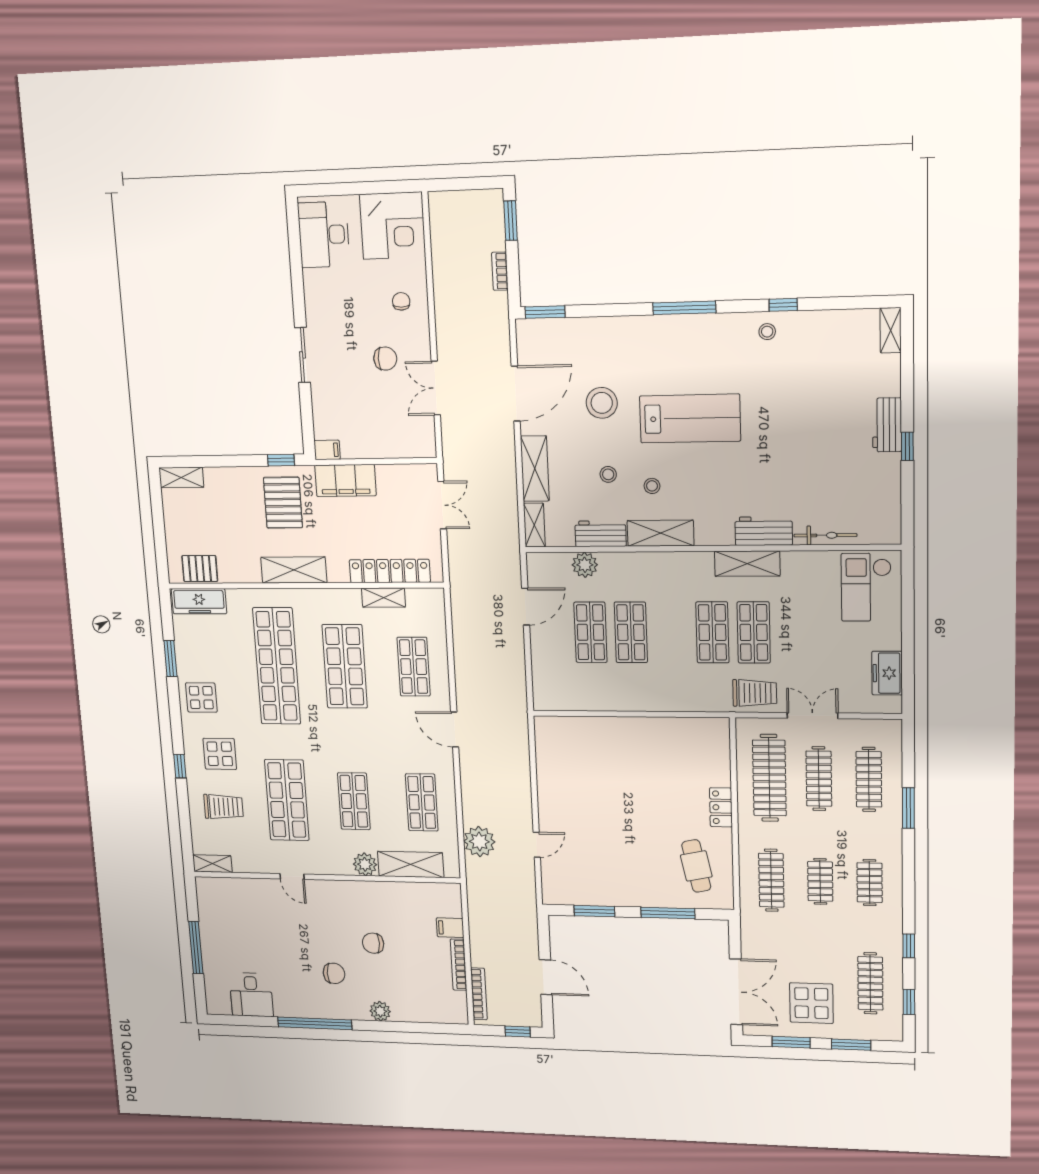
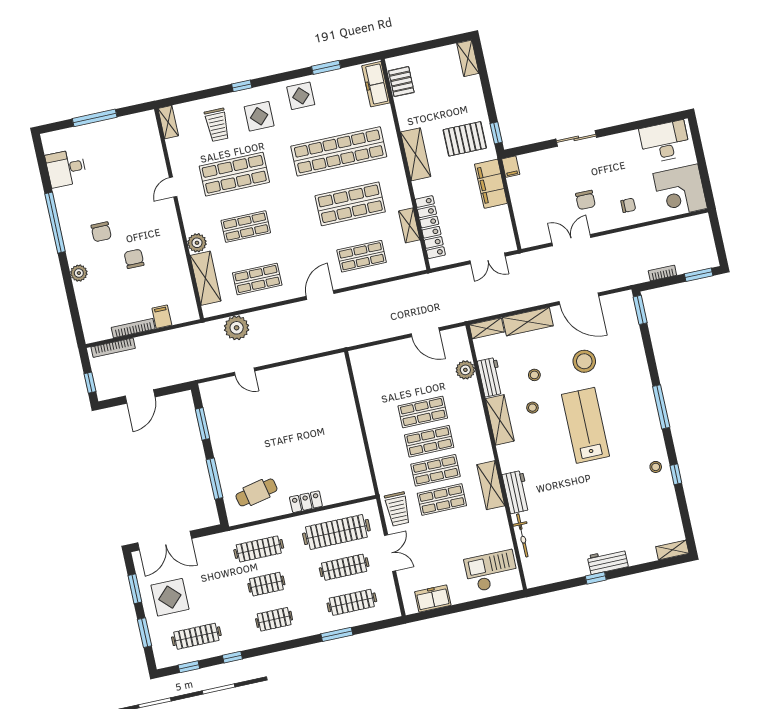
lab bench: (690, 418) -> (585, 425), turned 180
shop shelf: (591, 632) -> (429, 441), moved

